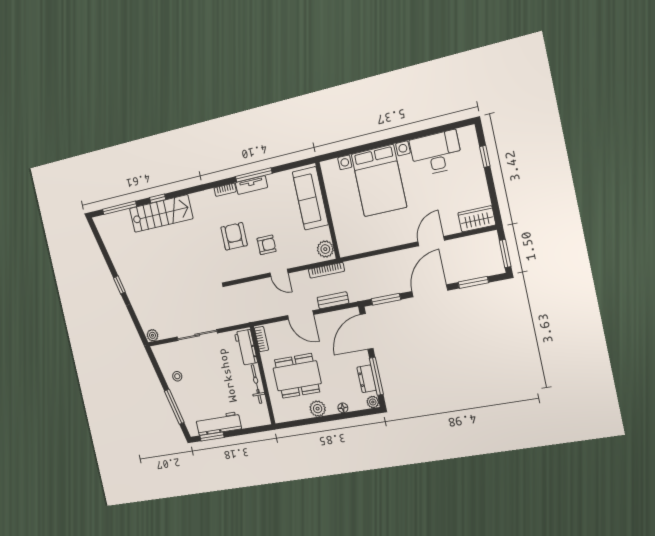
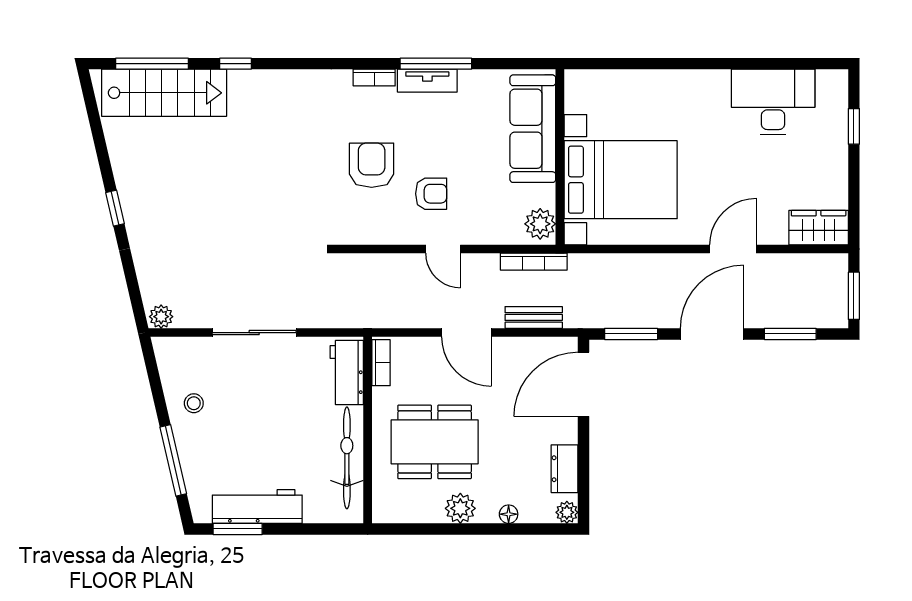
bed with nightstands: (379, 181) -> (621, 180), moved, turned -90
stairs: (161, 214) -> (164, 93), moved
window: (376, 376) -> (584, 467), removed
bicycle: (256, 384) -> (347, 458), width x1.37, depth x1.40

